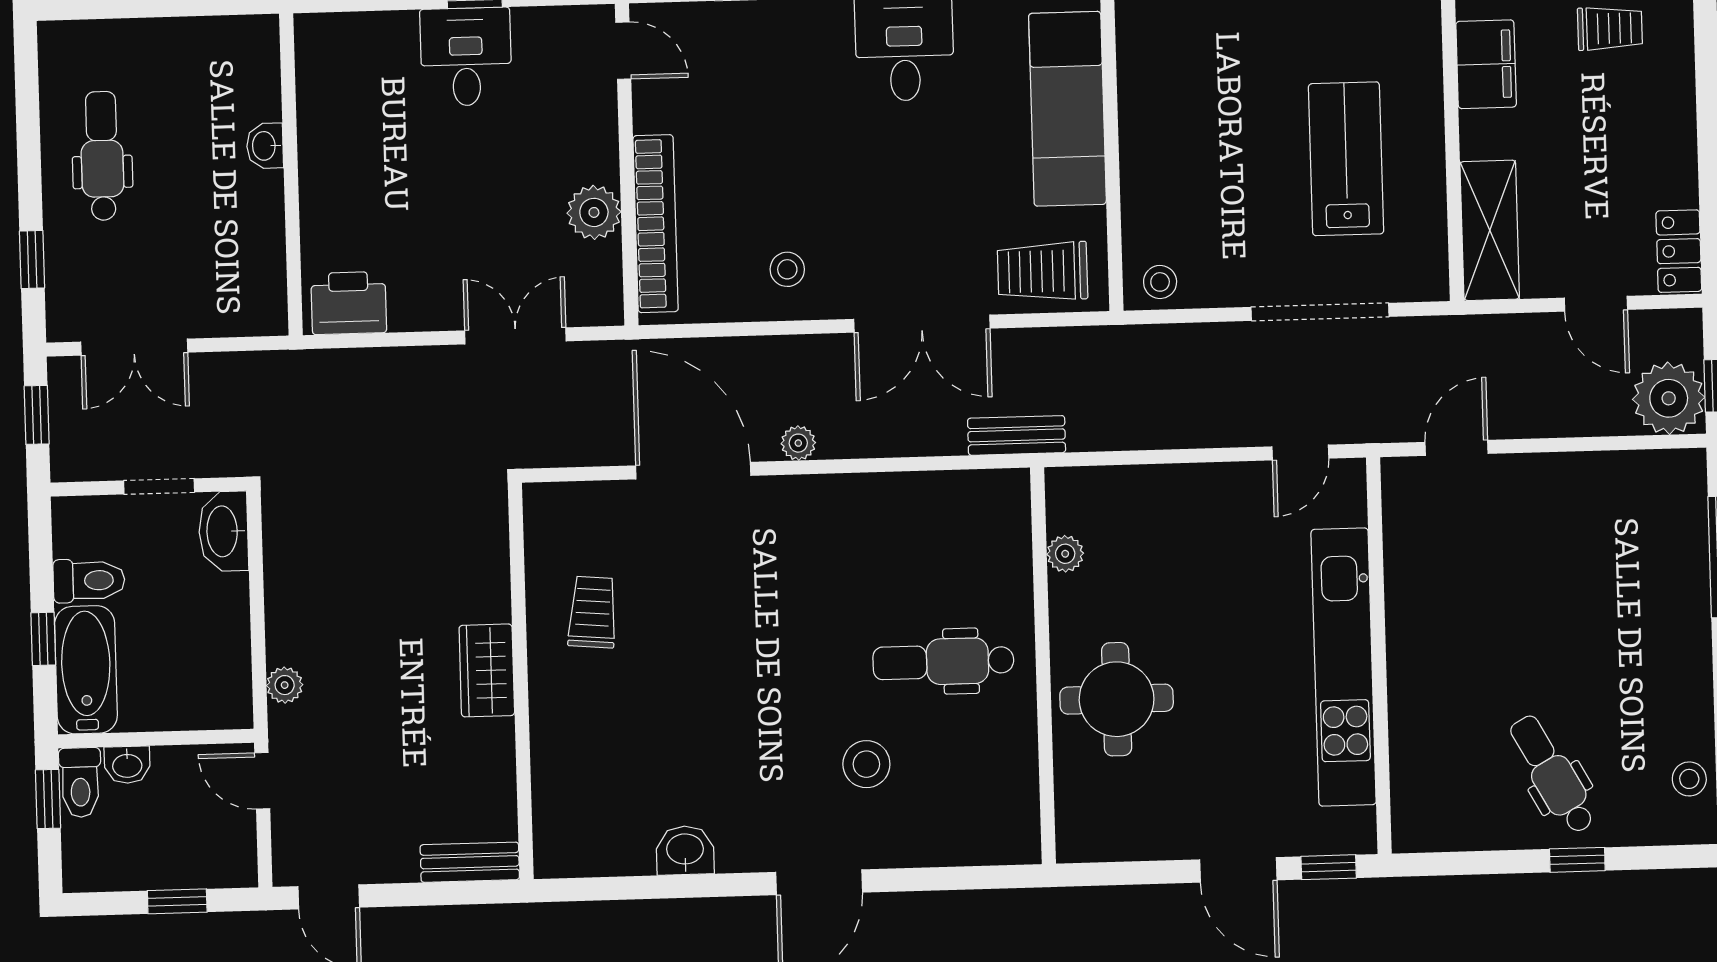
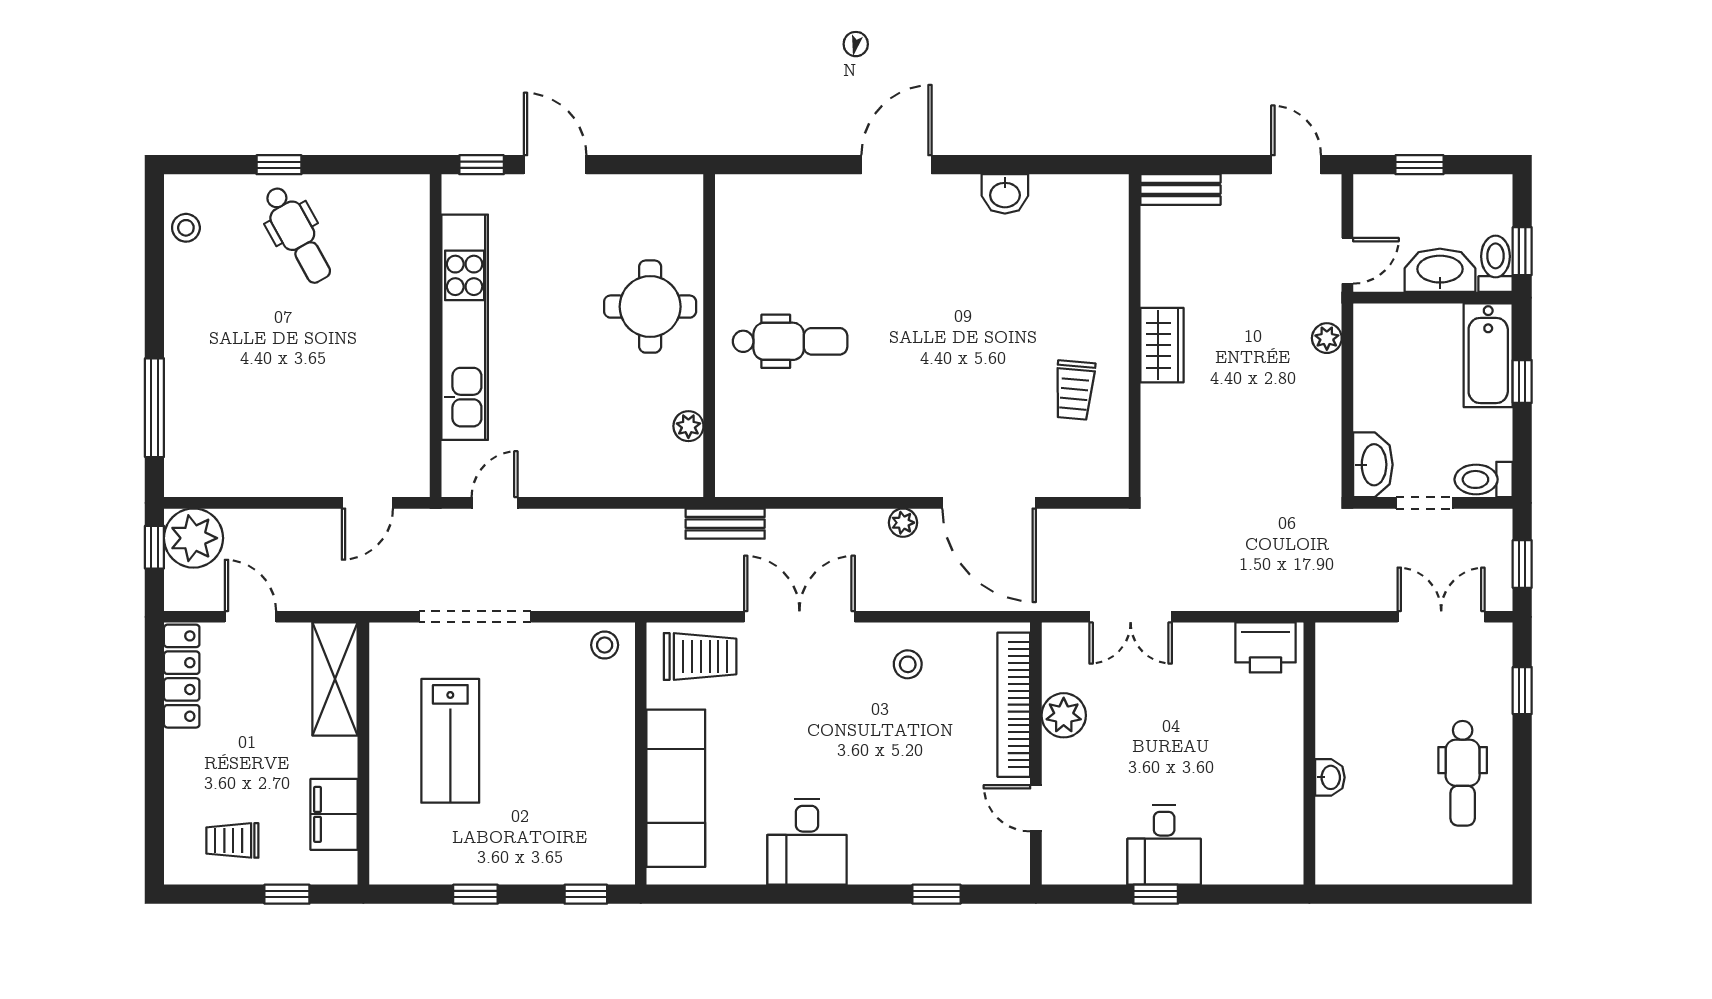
door: (623, 51) -> (1036, 808), moved
locker: (1679, 251) -> (182, 676), width x1.53
toilet: (89, 581) -> (1484, 479), moved
stool: (866, 764) -> (855, 260), removed
washbasin: (127, 765) -> (1440, 270), width x1.91, depth x1.45
door: (262, 781) -> (1347, 261), hinge flipped

